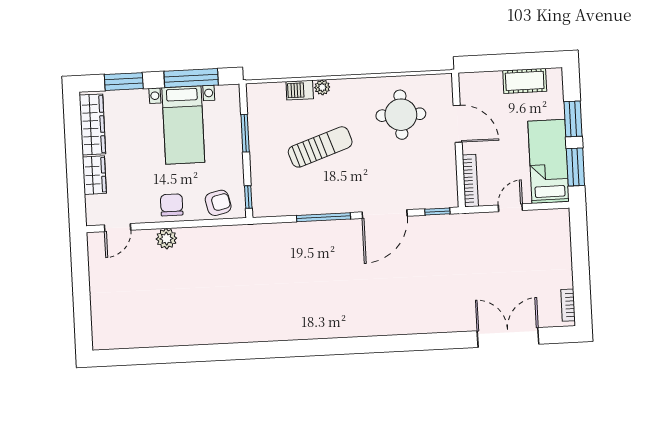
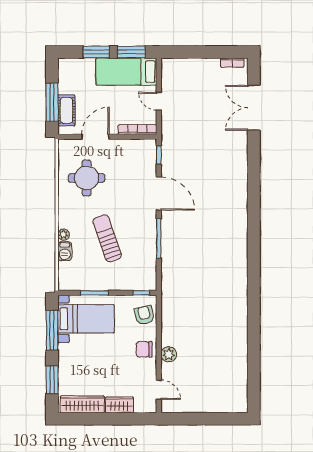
window: (502, 62) -> (52, 102), added
cot: (525, 81) -> (66, 110), moved
bed with nightstands: (183, 125) -> (86, 319), moved

